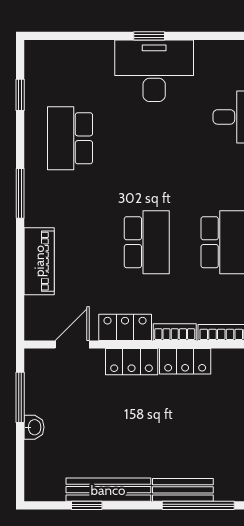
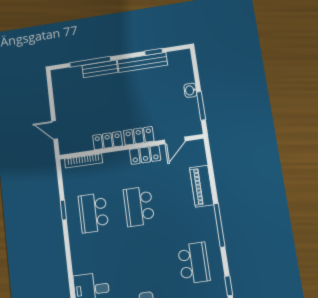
window: (20, 193) -> (219, 225), width x1.44
bookcase: (175, 332) -> (116, 156), removed

